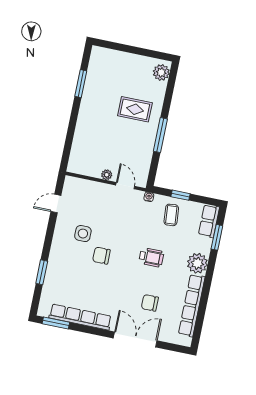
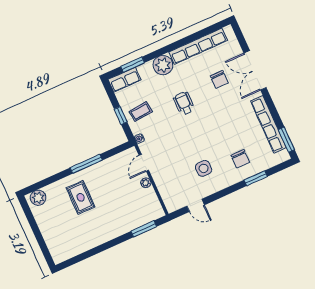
window: (81, 84) -> (144, 229), moved
chair: (101, 256) -> (240, 159), moved

